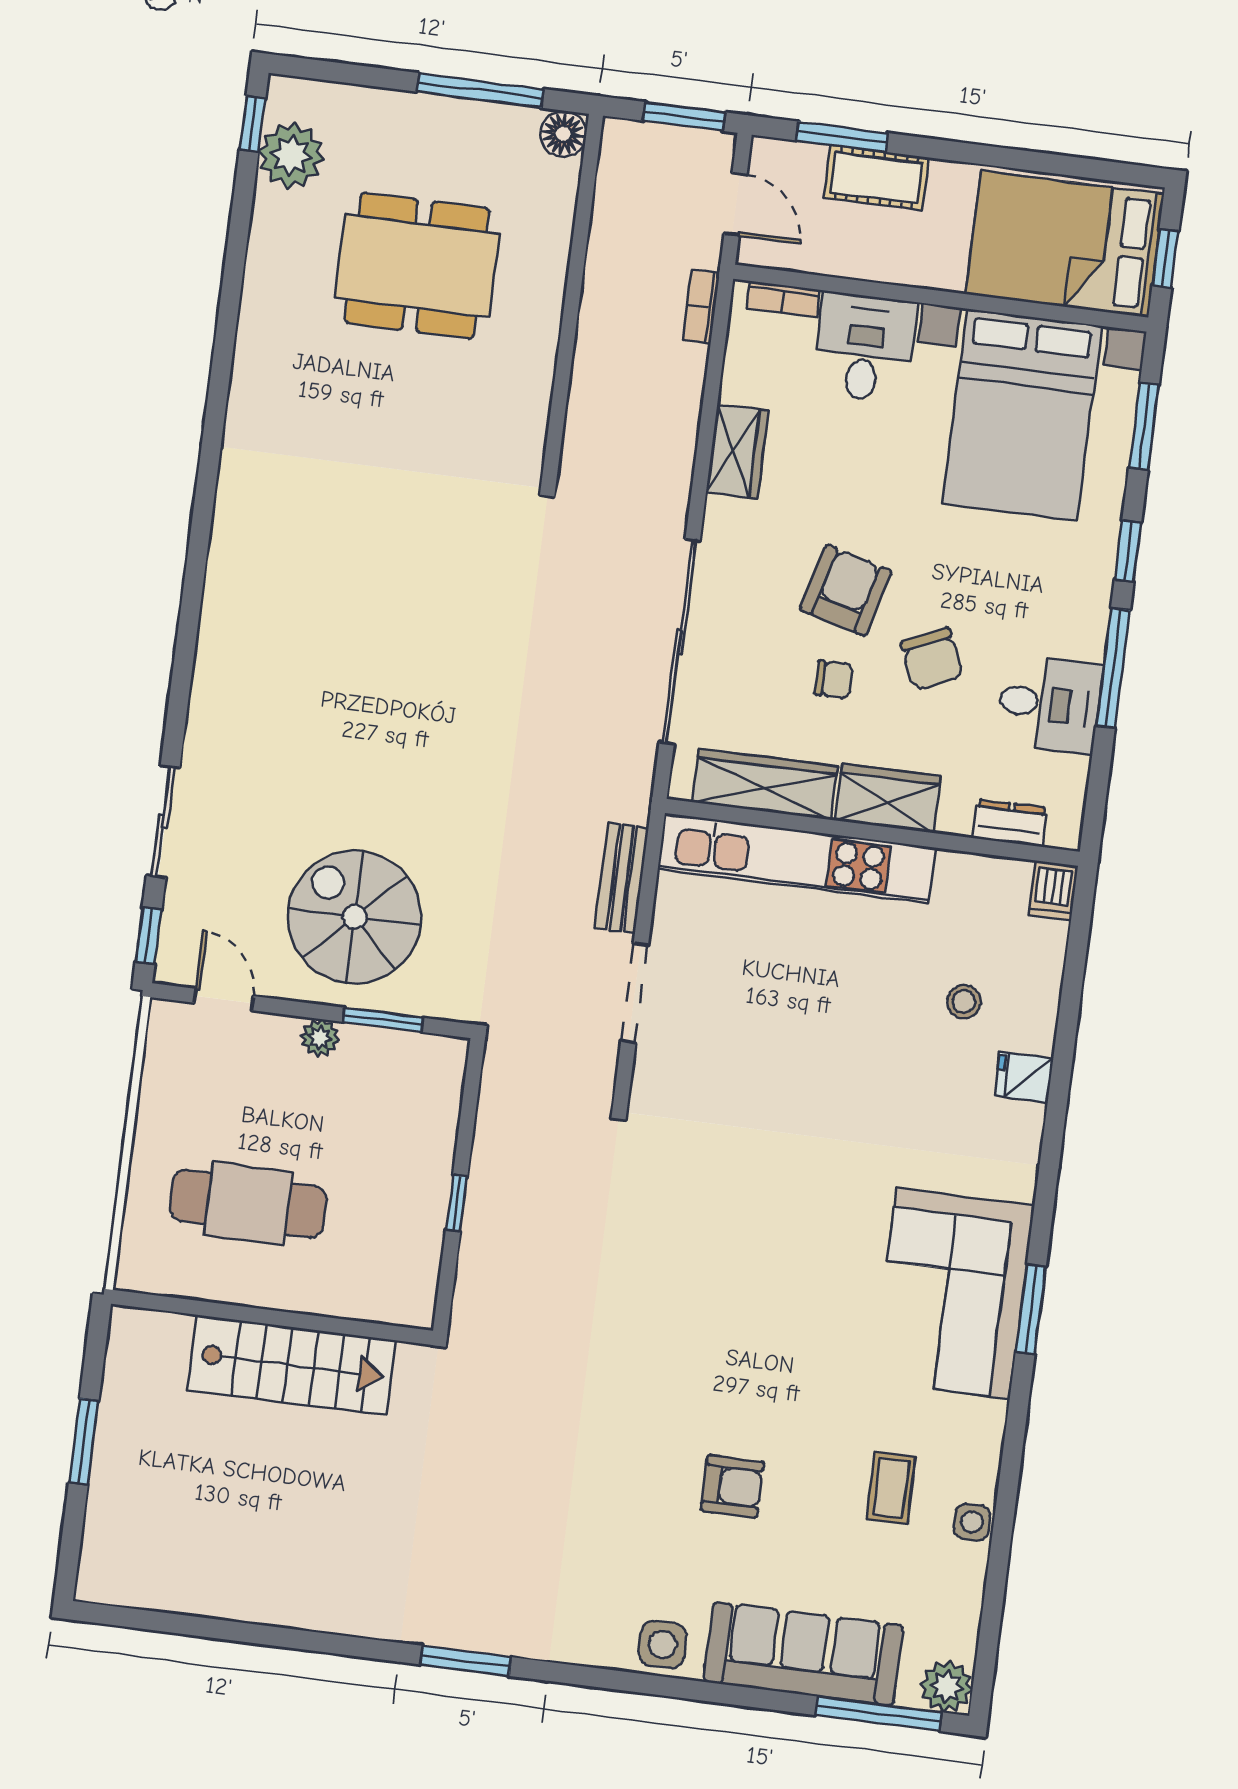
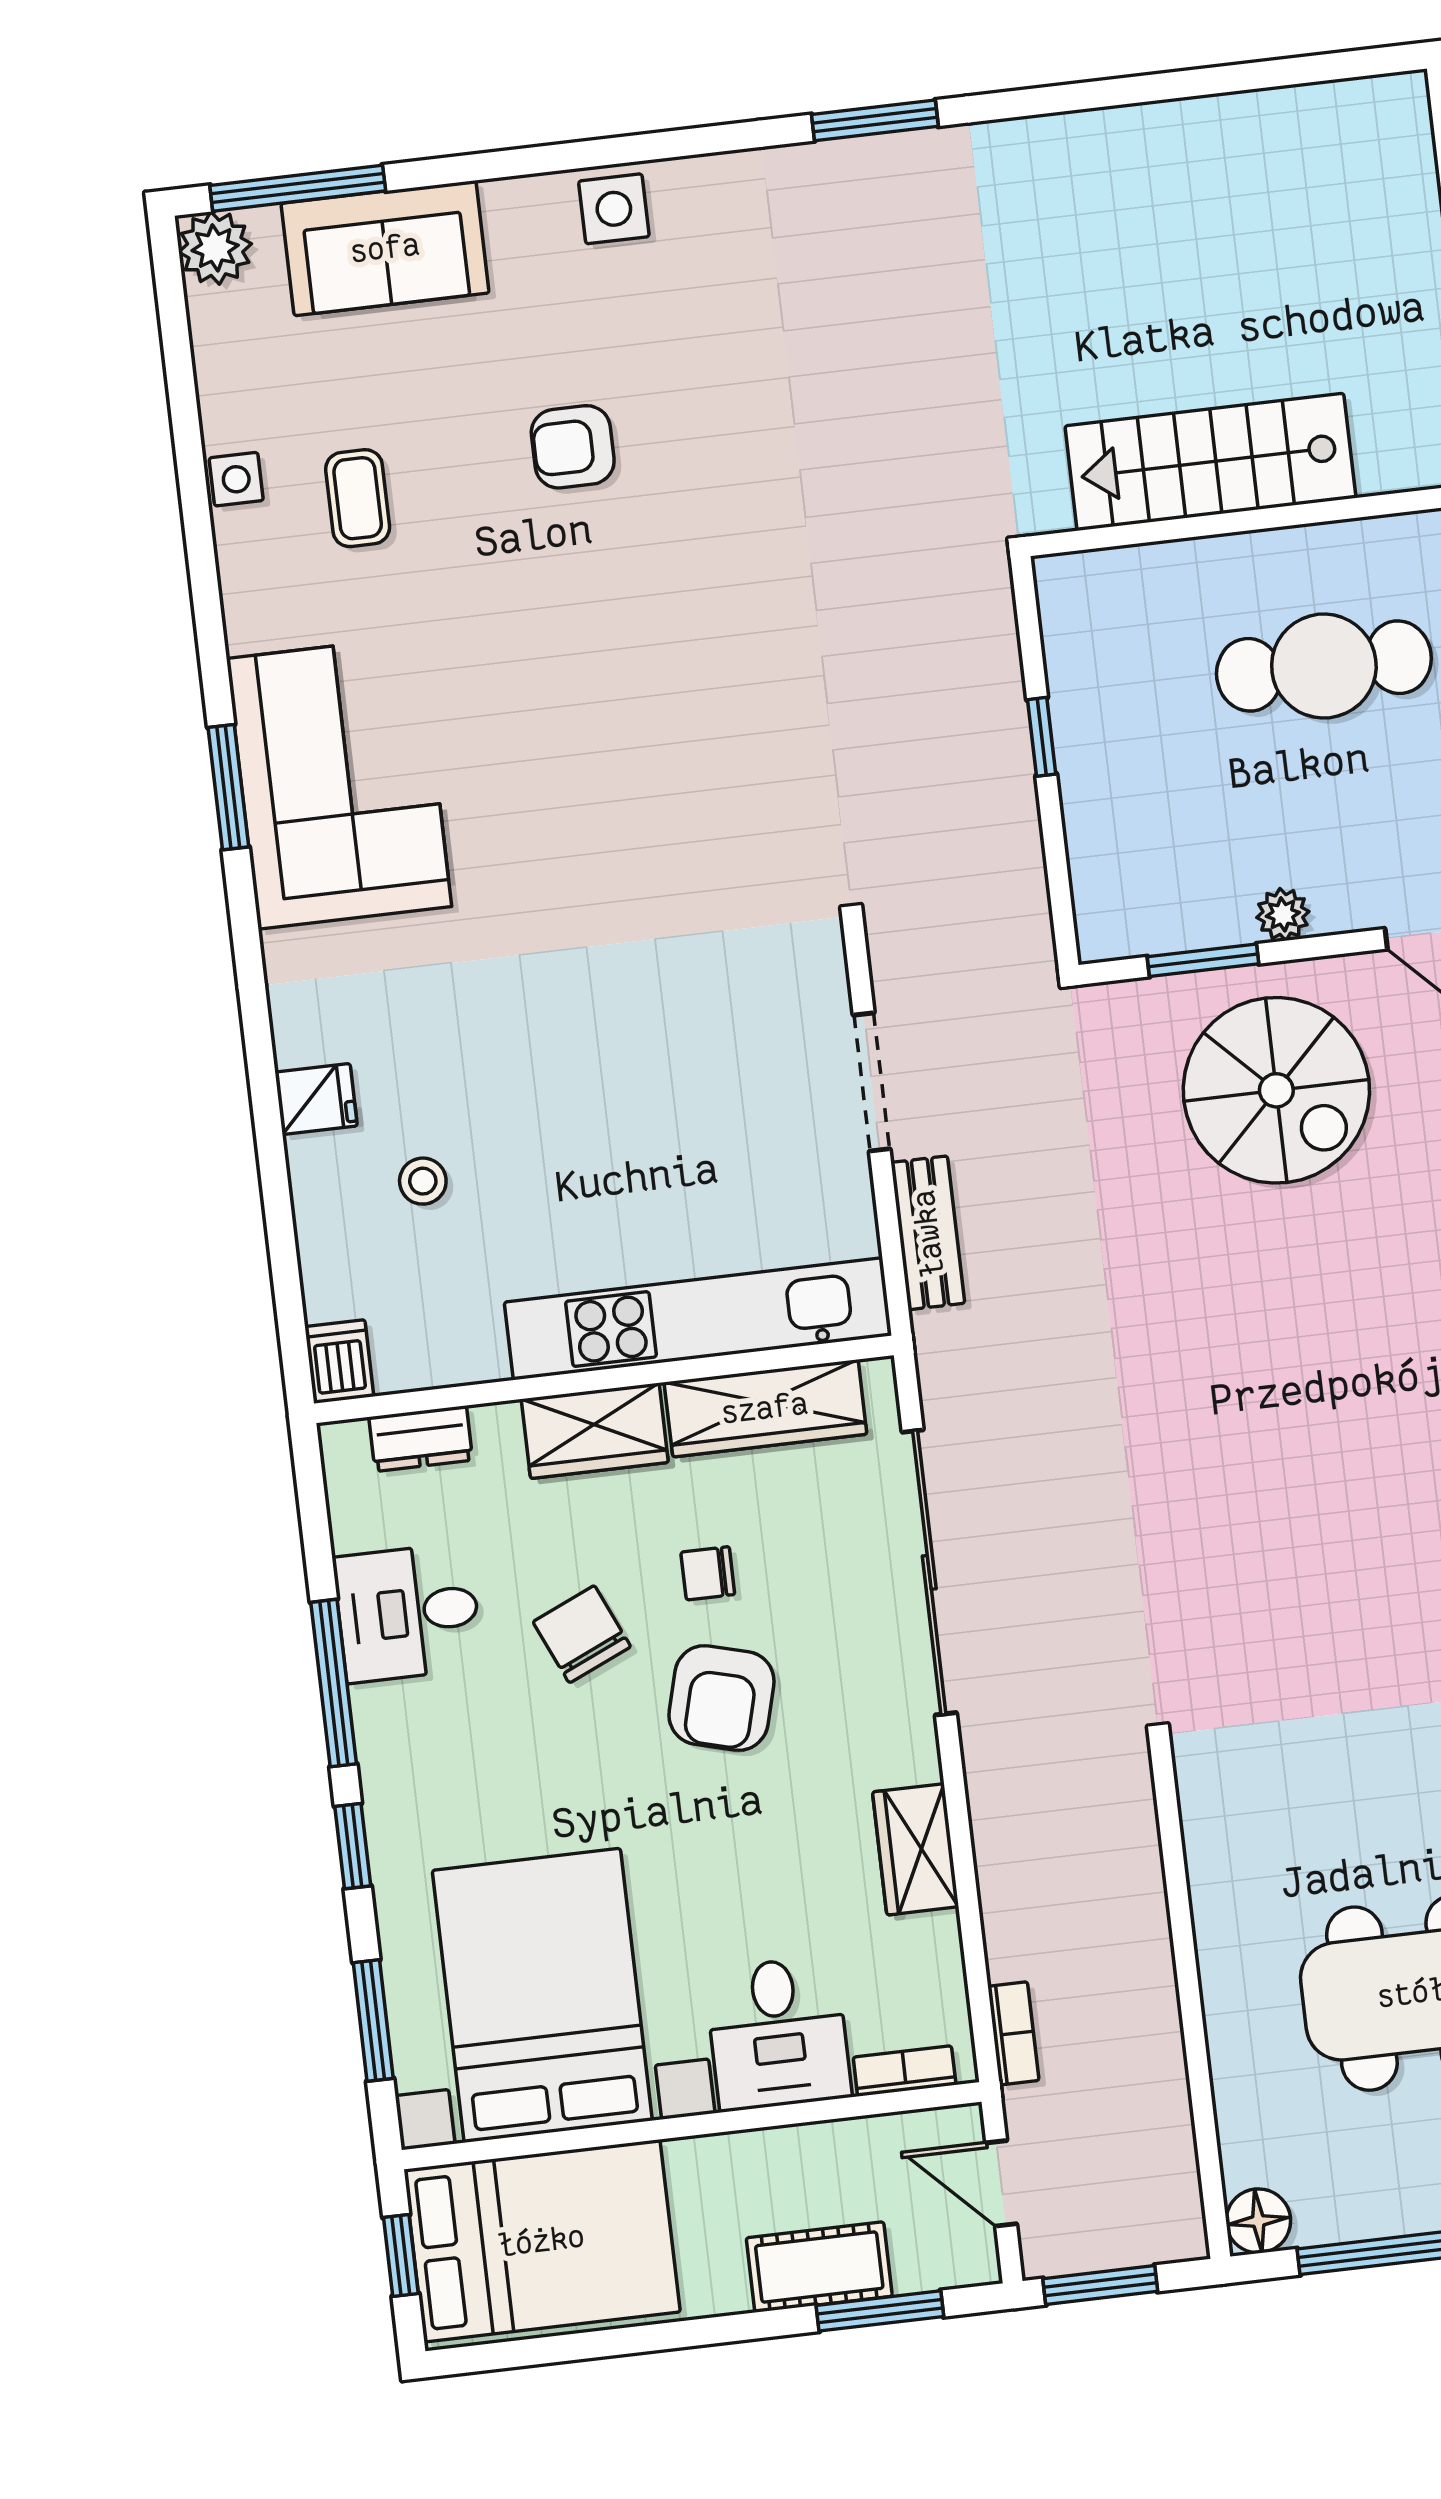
sofa: (803, 1654) -> (385, 248), width x0.73

